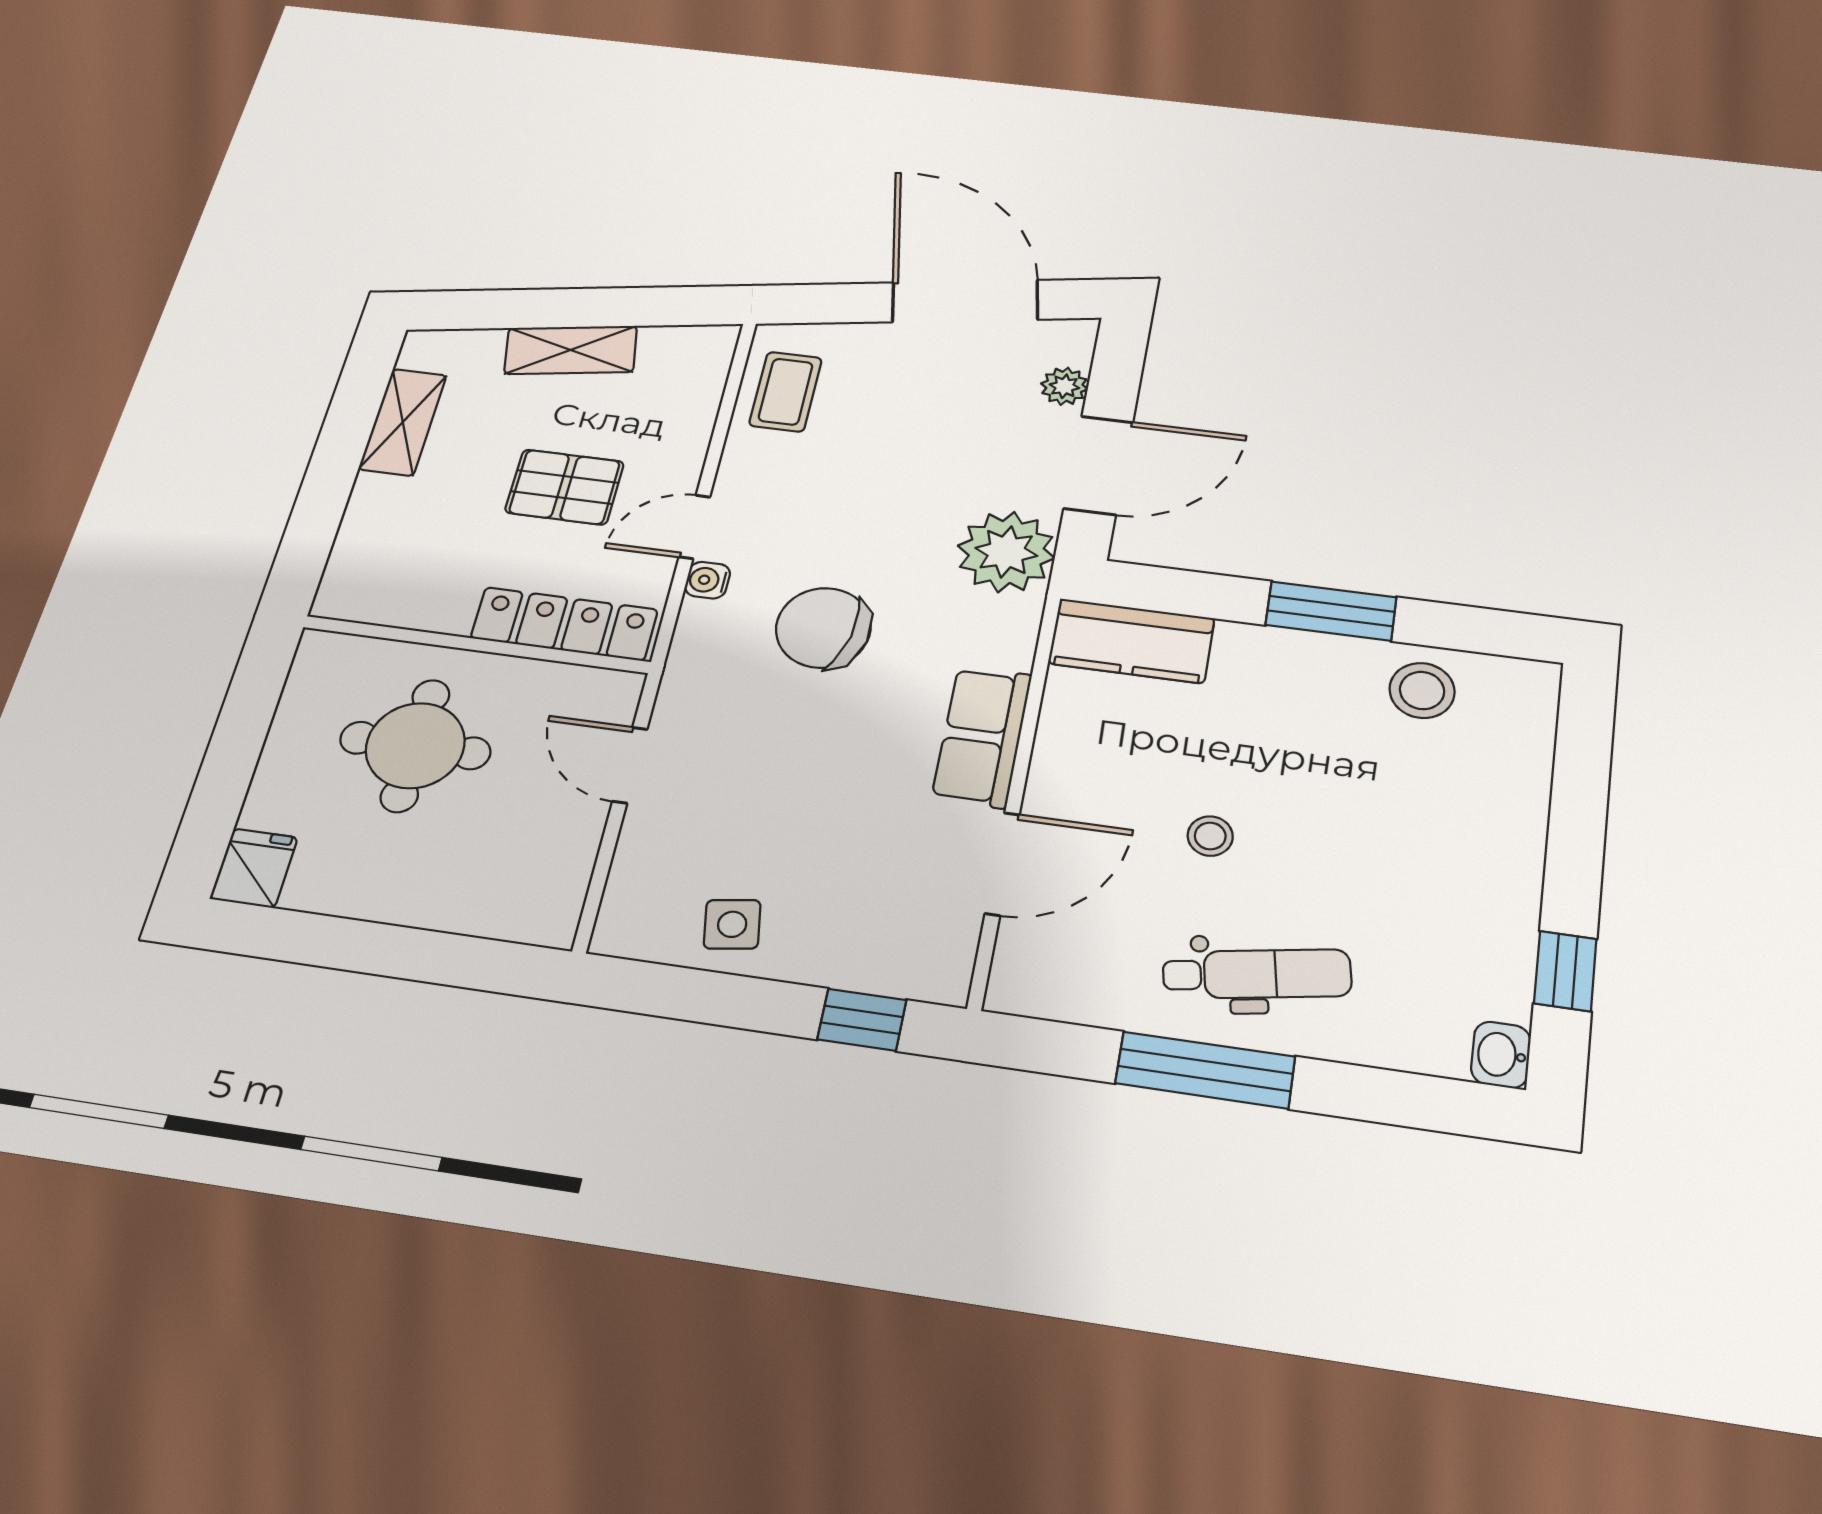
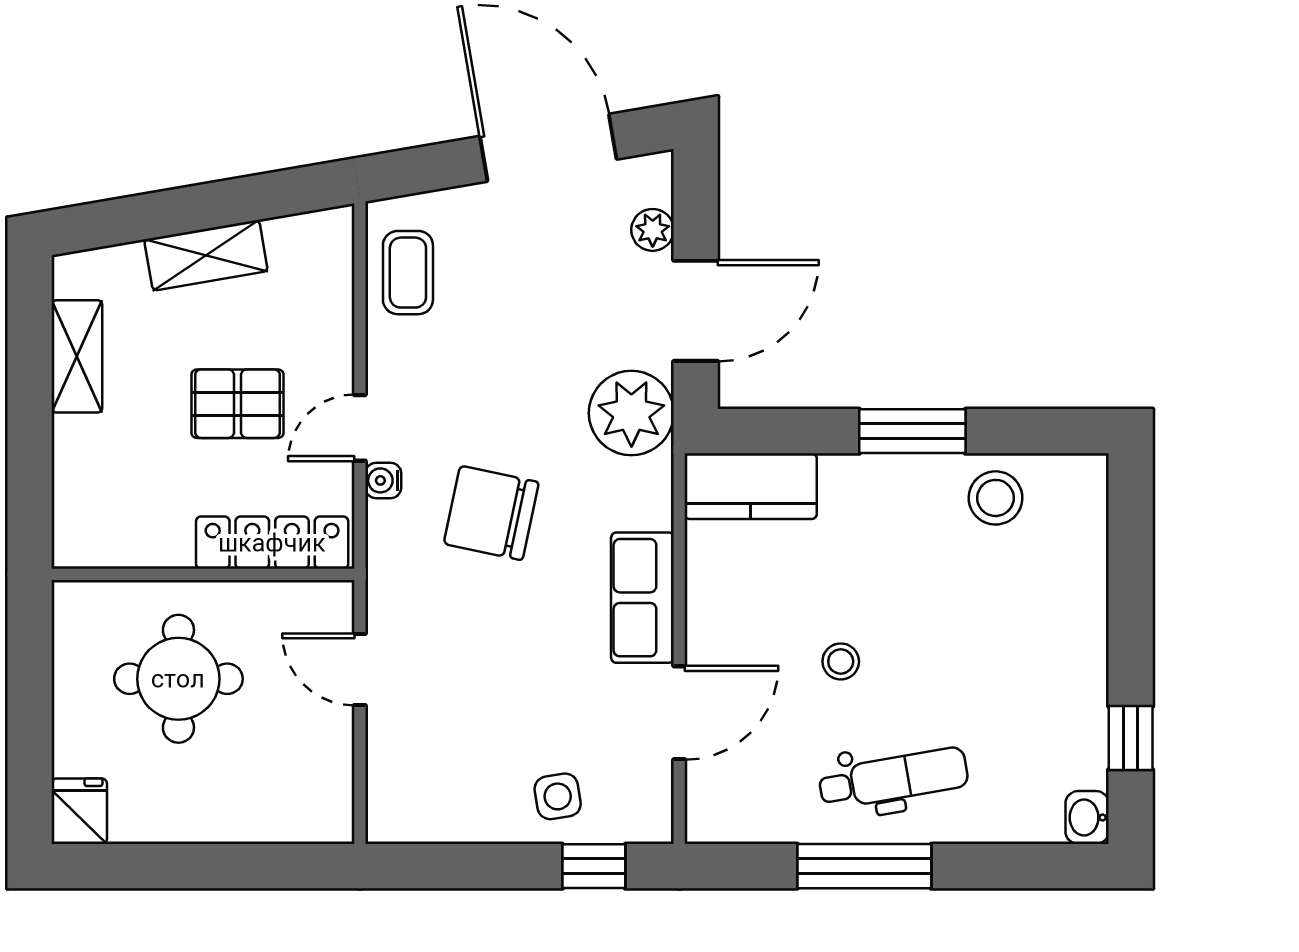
side table: (732, 924) -> (558, 796), moved

